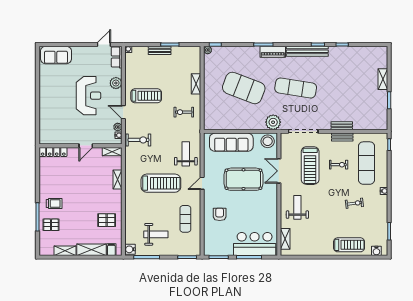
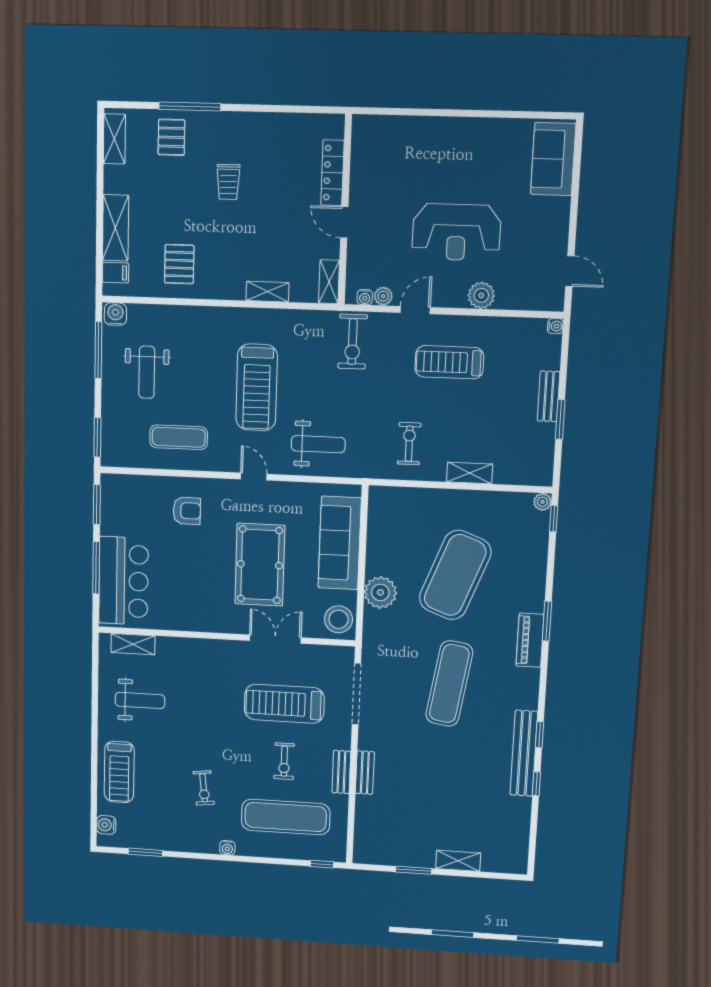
bench: (307, 51) -> (524, 753), moved
row of seats: (117, 57) -> (540, 299), removed
treadmill: (146, 96) -> (449, 362), turned 90
plant: (273, 122) -> (380, 592), moved
locker: (53, 152) -> (332, 173), moved
trolley: (54, 204) -> (228, 182), moved
weight bench: (297, 207) -> (140, 700), moved
shelving: (65, 251) -> (114, 139), moved

